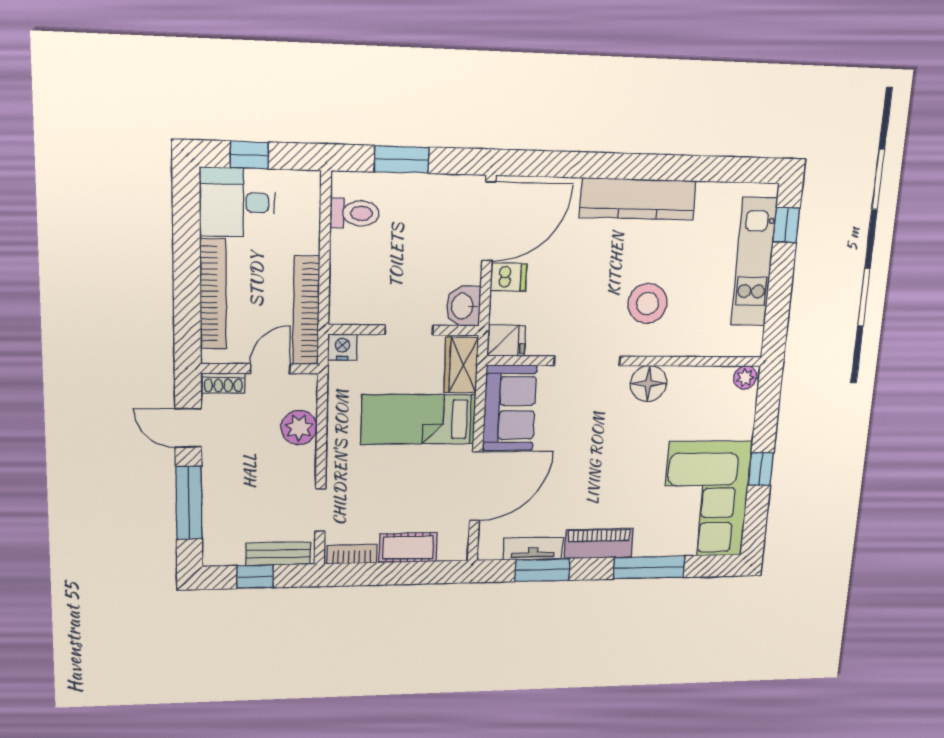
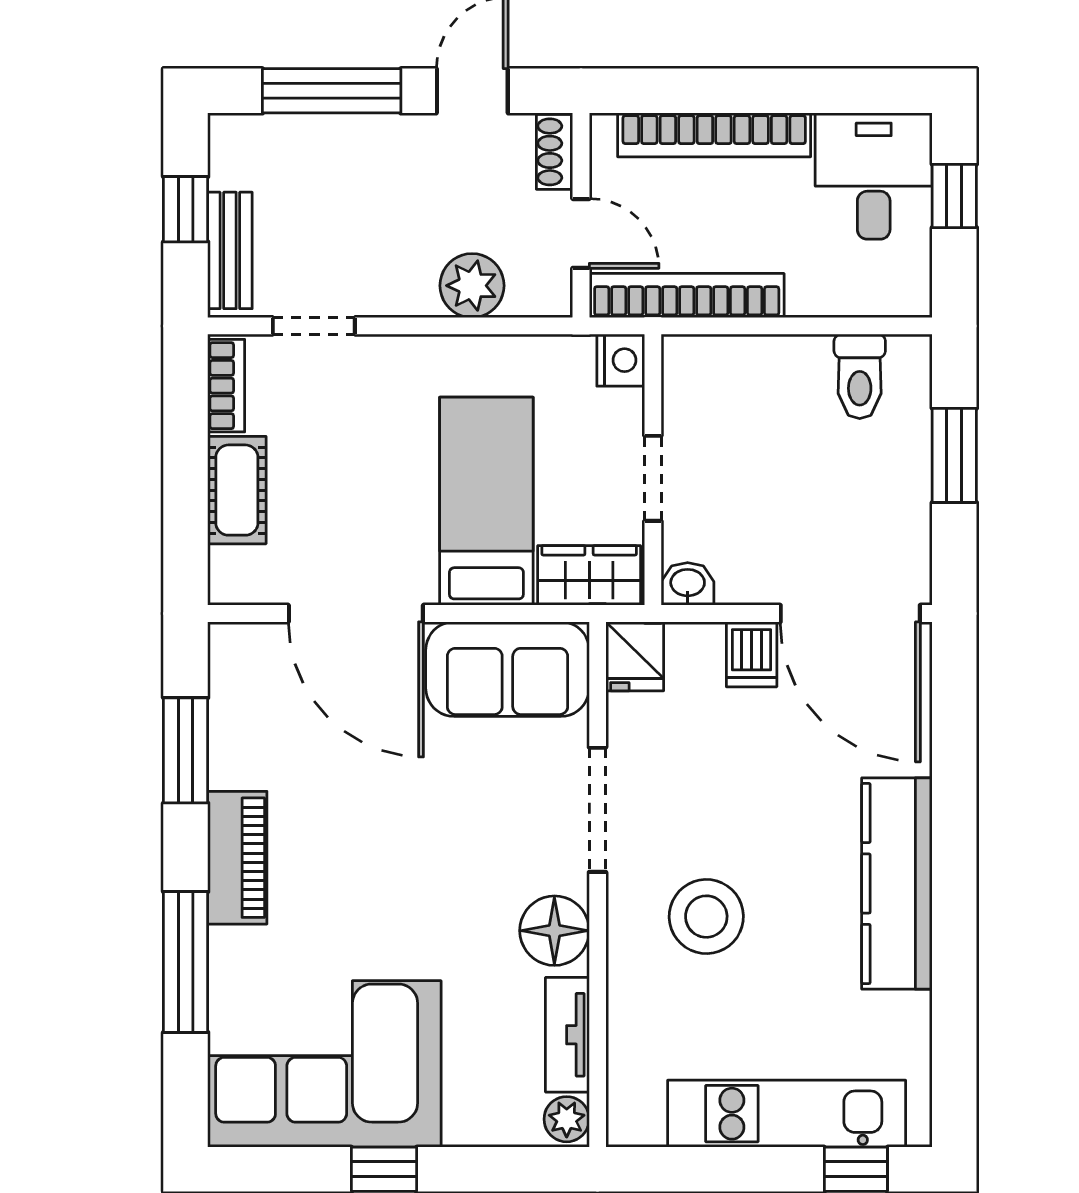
washbasin: (463, 306) -> (688, 584), width x0.72, depth x0.69
tv unit: (533, 549) -> (567, 1035), moved, turned 180

